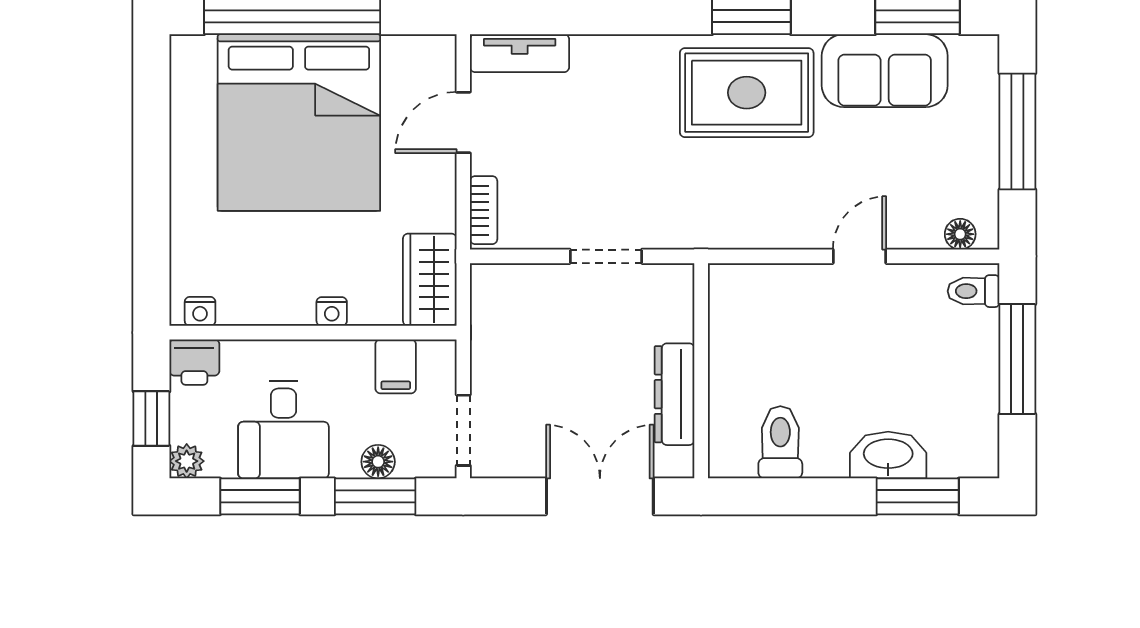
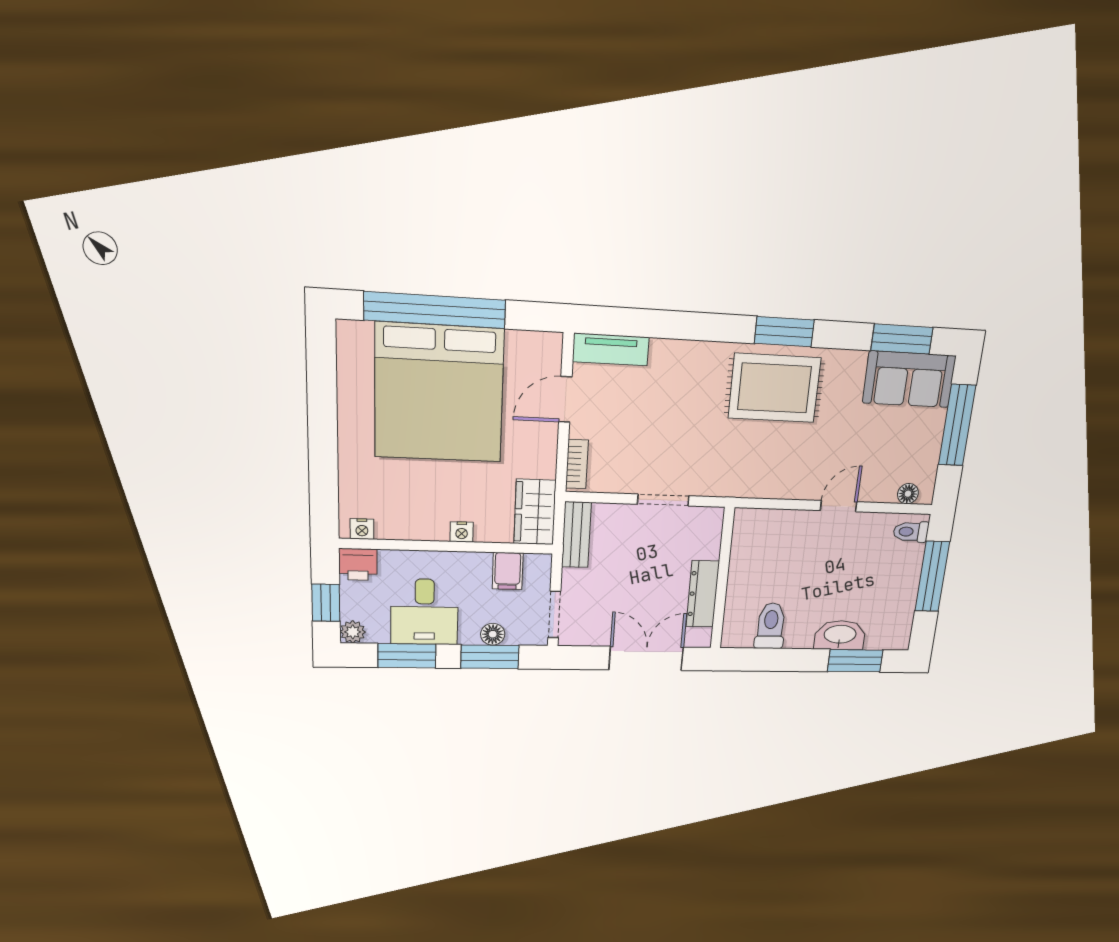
sofa: (885, 71) -> (909, 379), moved
bench: (488, 311) -> (576, 535), added

